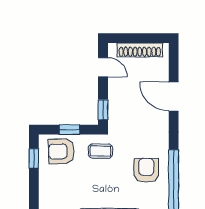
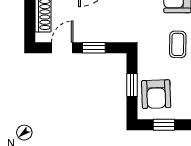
window: (103, 110) -> (94, 48), moved
coffee table: (100, 151) -> (178, 44), moved

